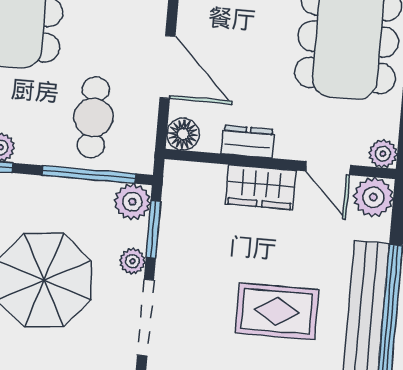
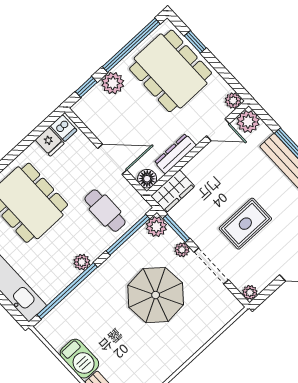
dresser: (248, 142) -> (175, 154), width x1.44
wardrobe: (261, 187) -> (173, 191), moved
rug: (277, 311) -> (245, 224), moved

